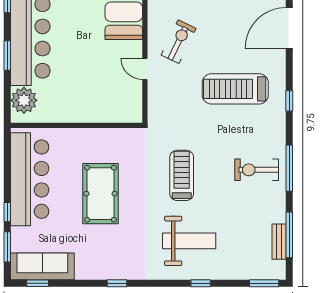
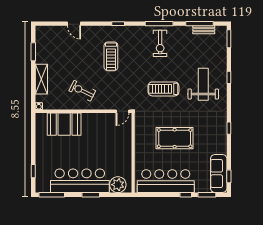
door: (289, 28) -> (74, 24), width x0.53
door: (145, 69) -> (122, 111), moved
treadmill: (235, 89) -> (111, 56), width x0.73, depth x0.73

